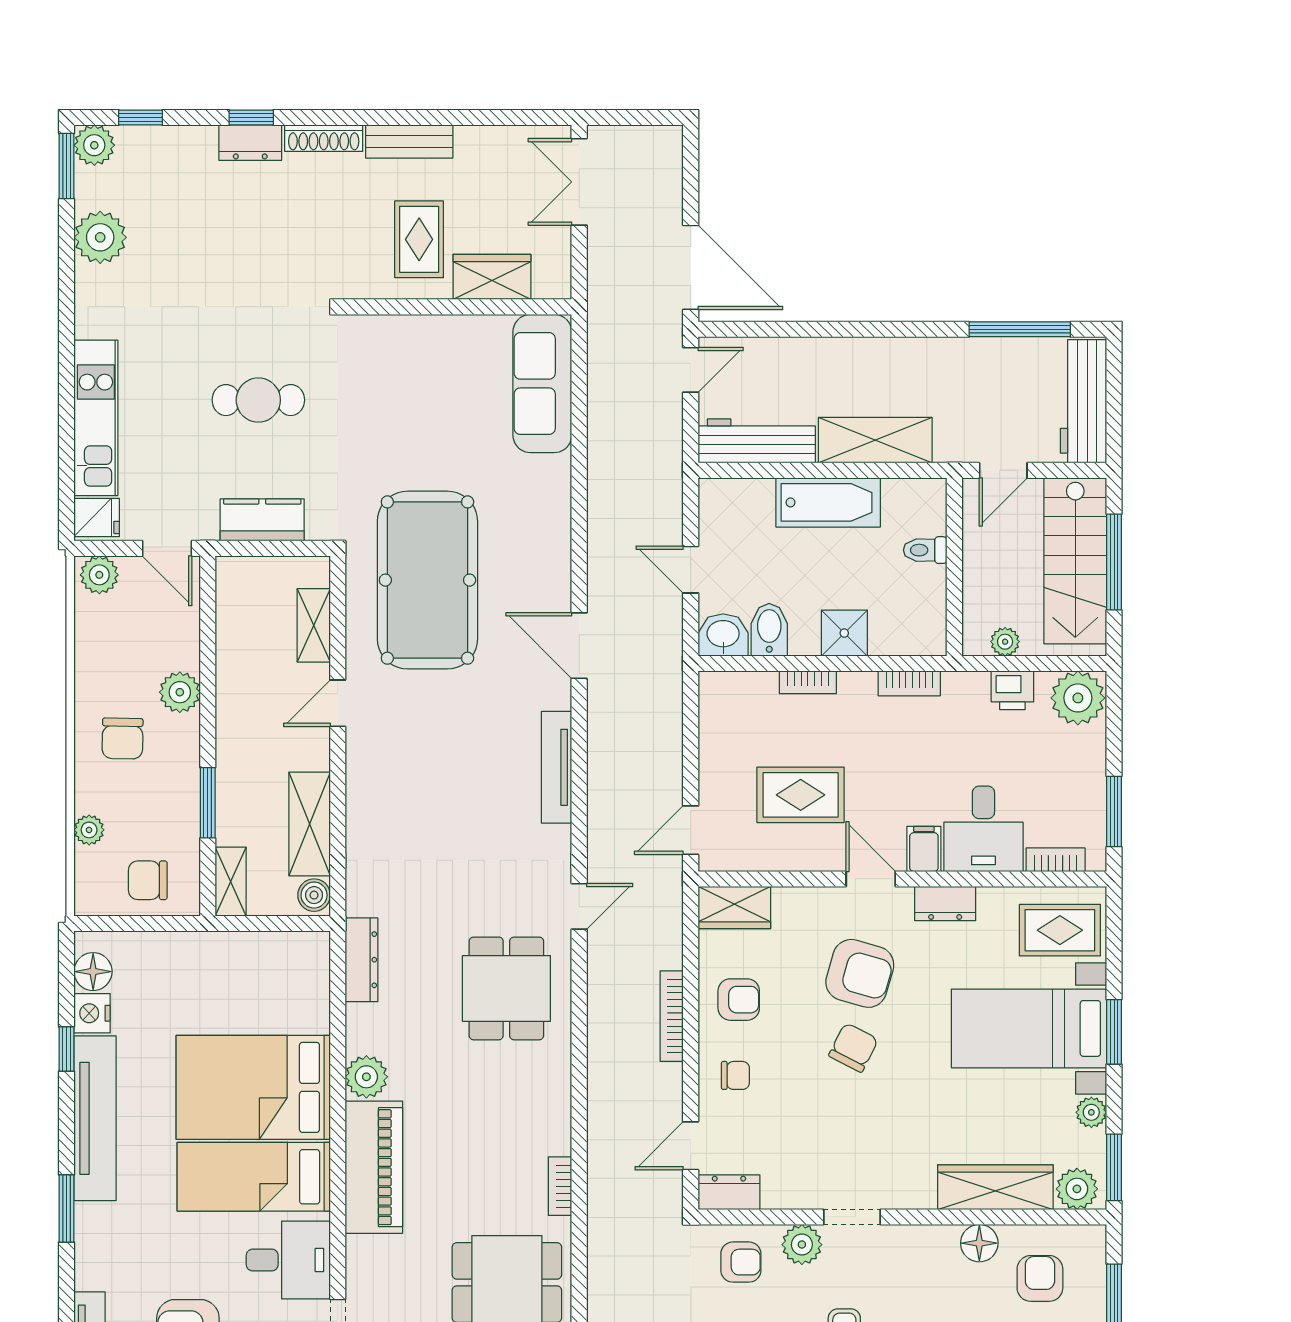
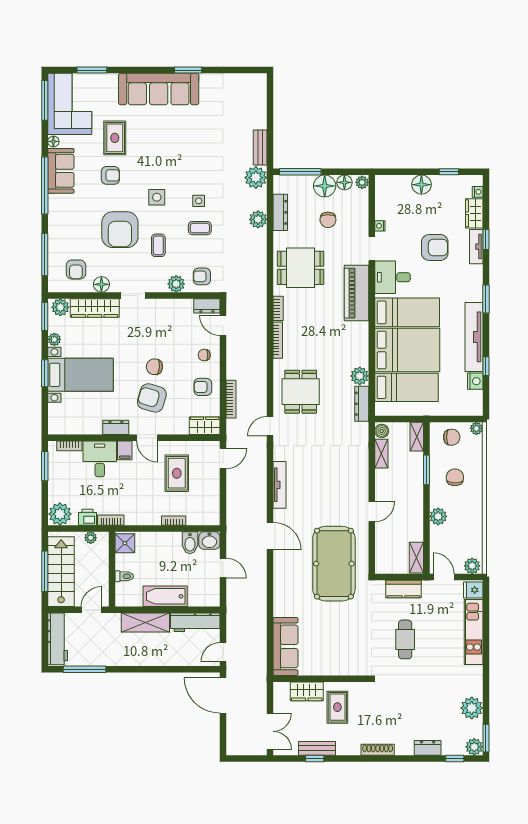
window: (251, 117) -> (315, 758), moved
bench: (409, 142) -> (317, 748), moved
dresser: (250, 143) -> (428, 748), moved
cafe table: (258, 400) -> (405, 639), turned 90
shelving: (314, 625) -> (416, 558), moved
shower: (844, 633) -> (125, 543), moved
bookcase: (909, 683) -> (111, 520), moved
chair: (123, 738) -> (455, 477), moved
rug: (801, 795) -> (177, 473), turned 90
shelving: (310, 824) -> (381, 454), width x0.67, depth x0.75
plant: (89, 830) -> (476, 428), moved
rug: (1060, 930) -> (68, 416), removed
floor lamp: (93, 972) -> (475, 399), removed
bed: (255, 999) -> (406, 387), added
bookcase: (672, 1016) -> (231, 399), moved
chair: (853, 1048) -> (154, 367), turned 68
plant: (366, 1077) -> (360, 376), moved
bookcase: (561, 1111) -> (278, 340), added
door: (691, 1146) -> (223, 325), swing flipped
piano: (374, 1167) -> (356, 293), moved
doorway: (852, 1217) -> (133, 295), moved

